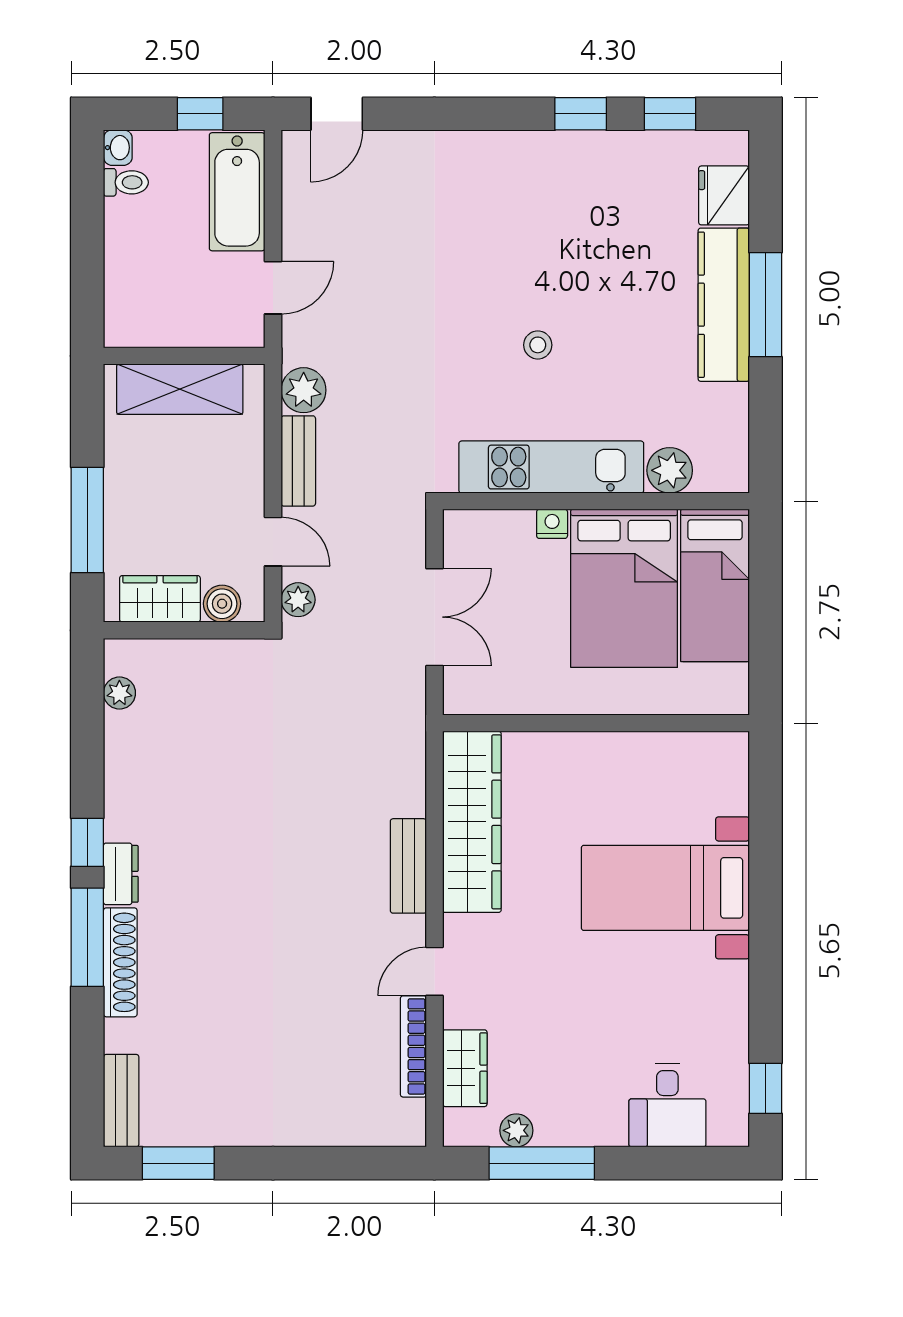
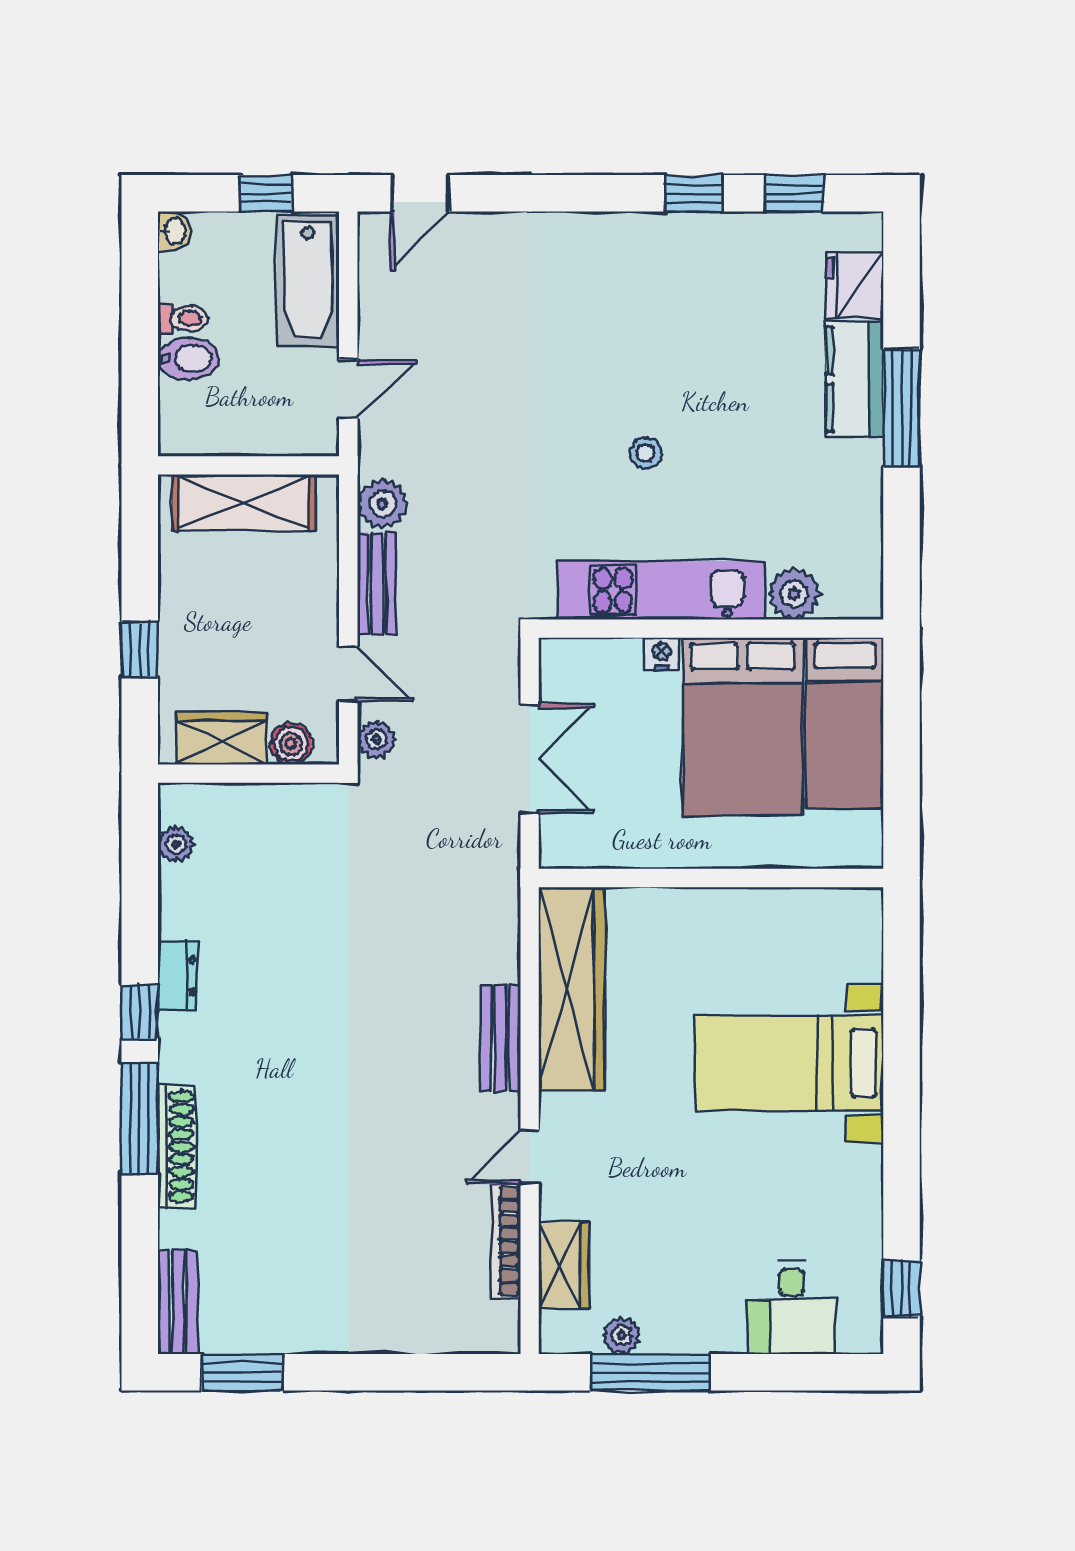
toilet: (126, 182) -> (183, 318), moved
bidet: (131, 261) -> (188, 359), added
kitchen counter: (724, 305) -> (855, 379), width x0.67
window: (87, 520) -> (140, 650), width x0.46
dresser: (121, 874) -> (177, 976), moved

